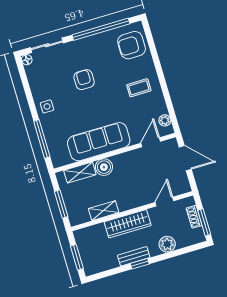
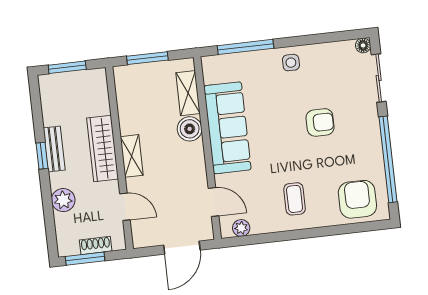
shelving: (104, 211) -> (132, 156), moved

